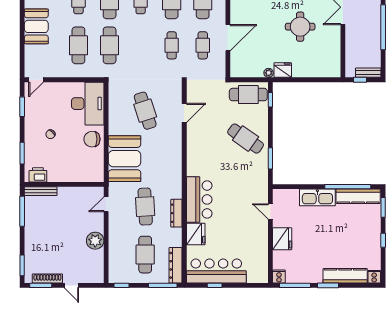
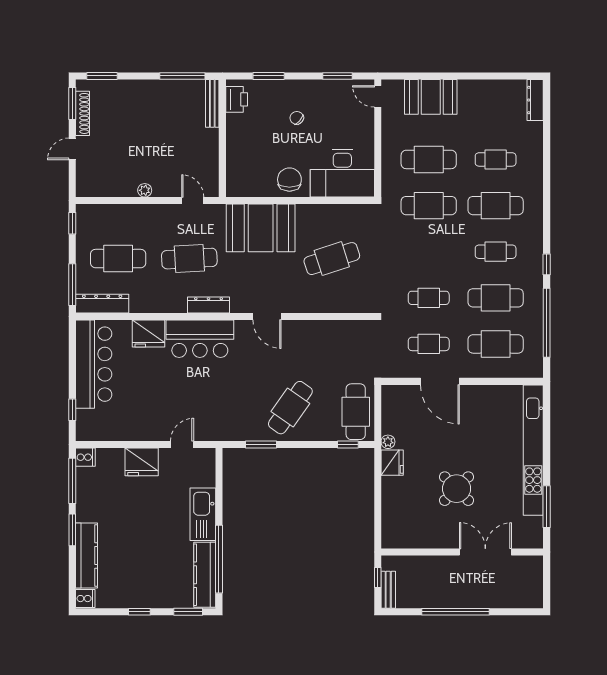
booth: (36, 26) -> (431, 97), moved
round table: (300, 27) -> (457, 489), turned 45
door: (184, 113) -> (267, 317), moved
dresser: (176, 213) -> (209, 305), moved
plant: (95, 241) -> (145, 190), width x0.53, depth x0.53
window: (215, 285) -> (72, 410), moved

